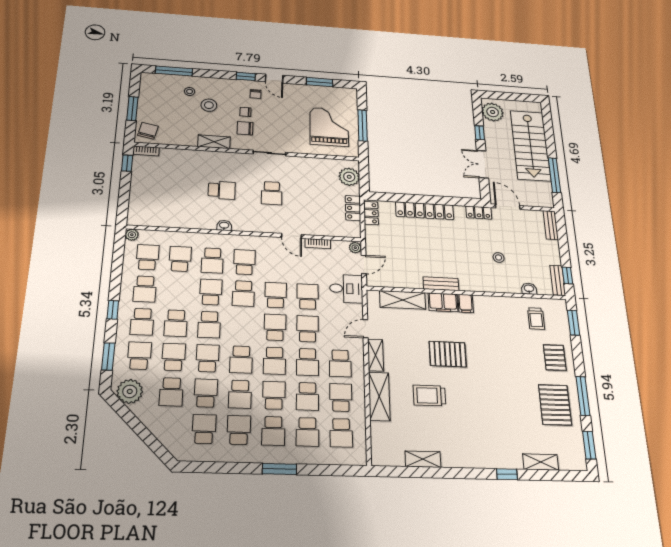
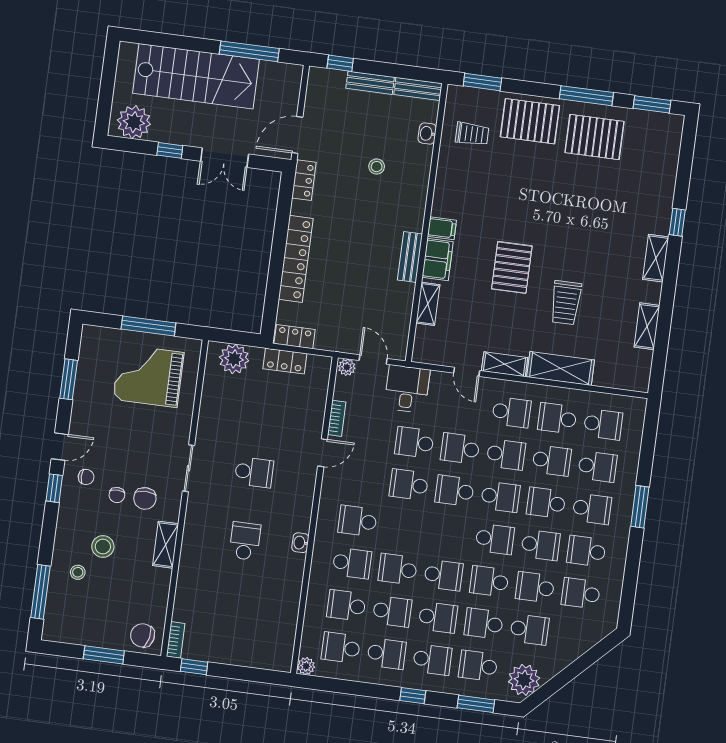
bench: (551, 225) -> (370, 83), moved
window: (567, 276) -> (340, 63), moved
school desk: (243, 294) -> (392, 611), moved
shelving: (403, 300) -> (428, 304), width x0.67, depth x0.75
pallet: (555, 358) -> (530, 121), width x1.50, depth x1.42
shelving: (541, 462) -> (656, 258), moved

